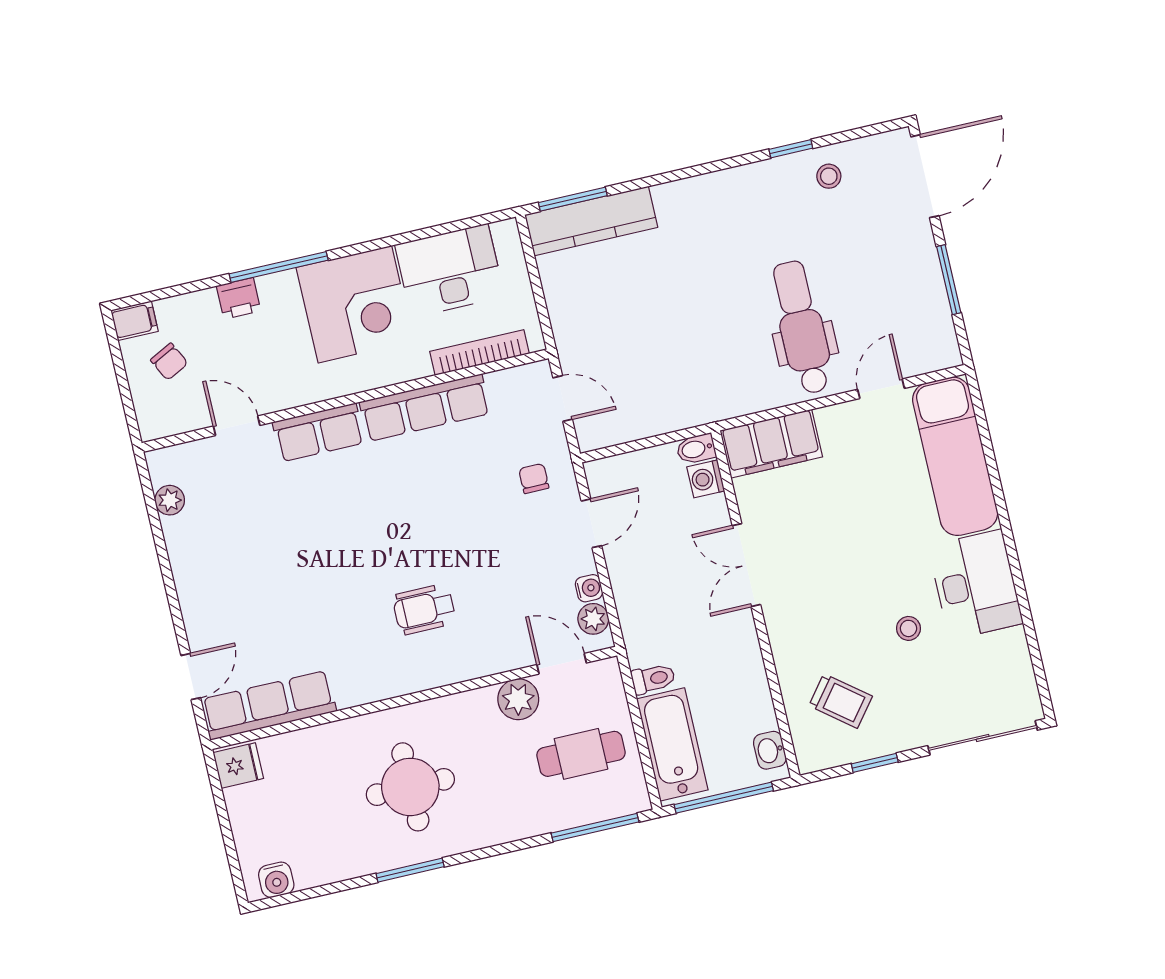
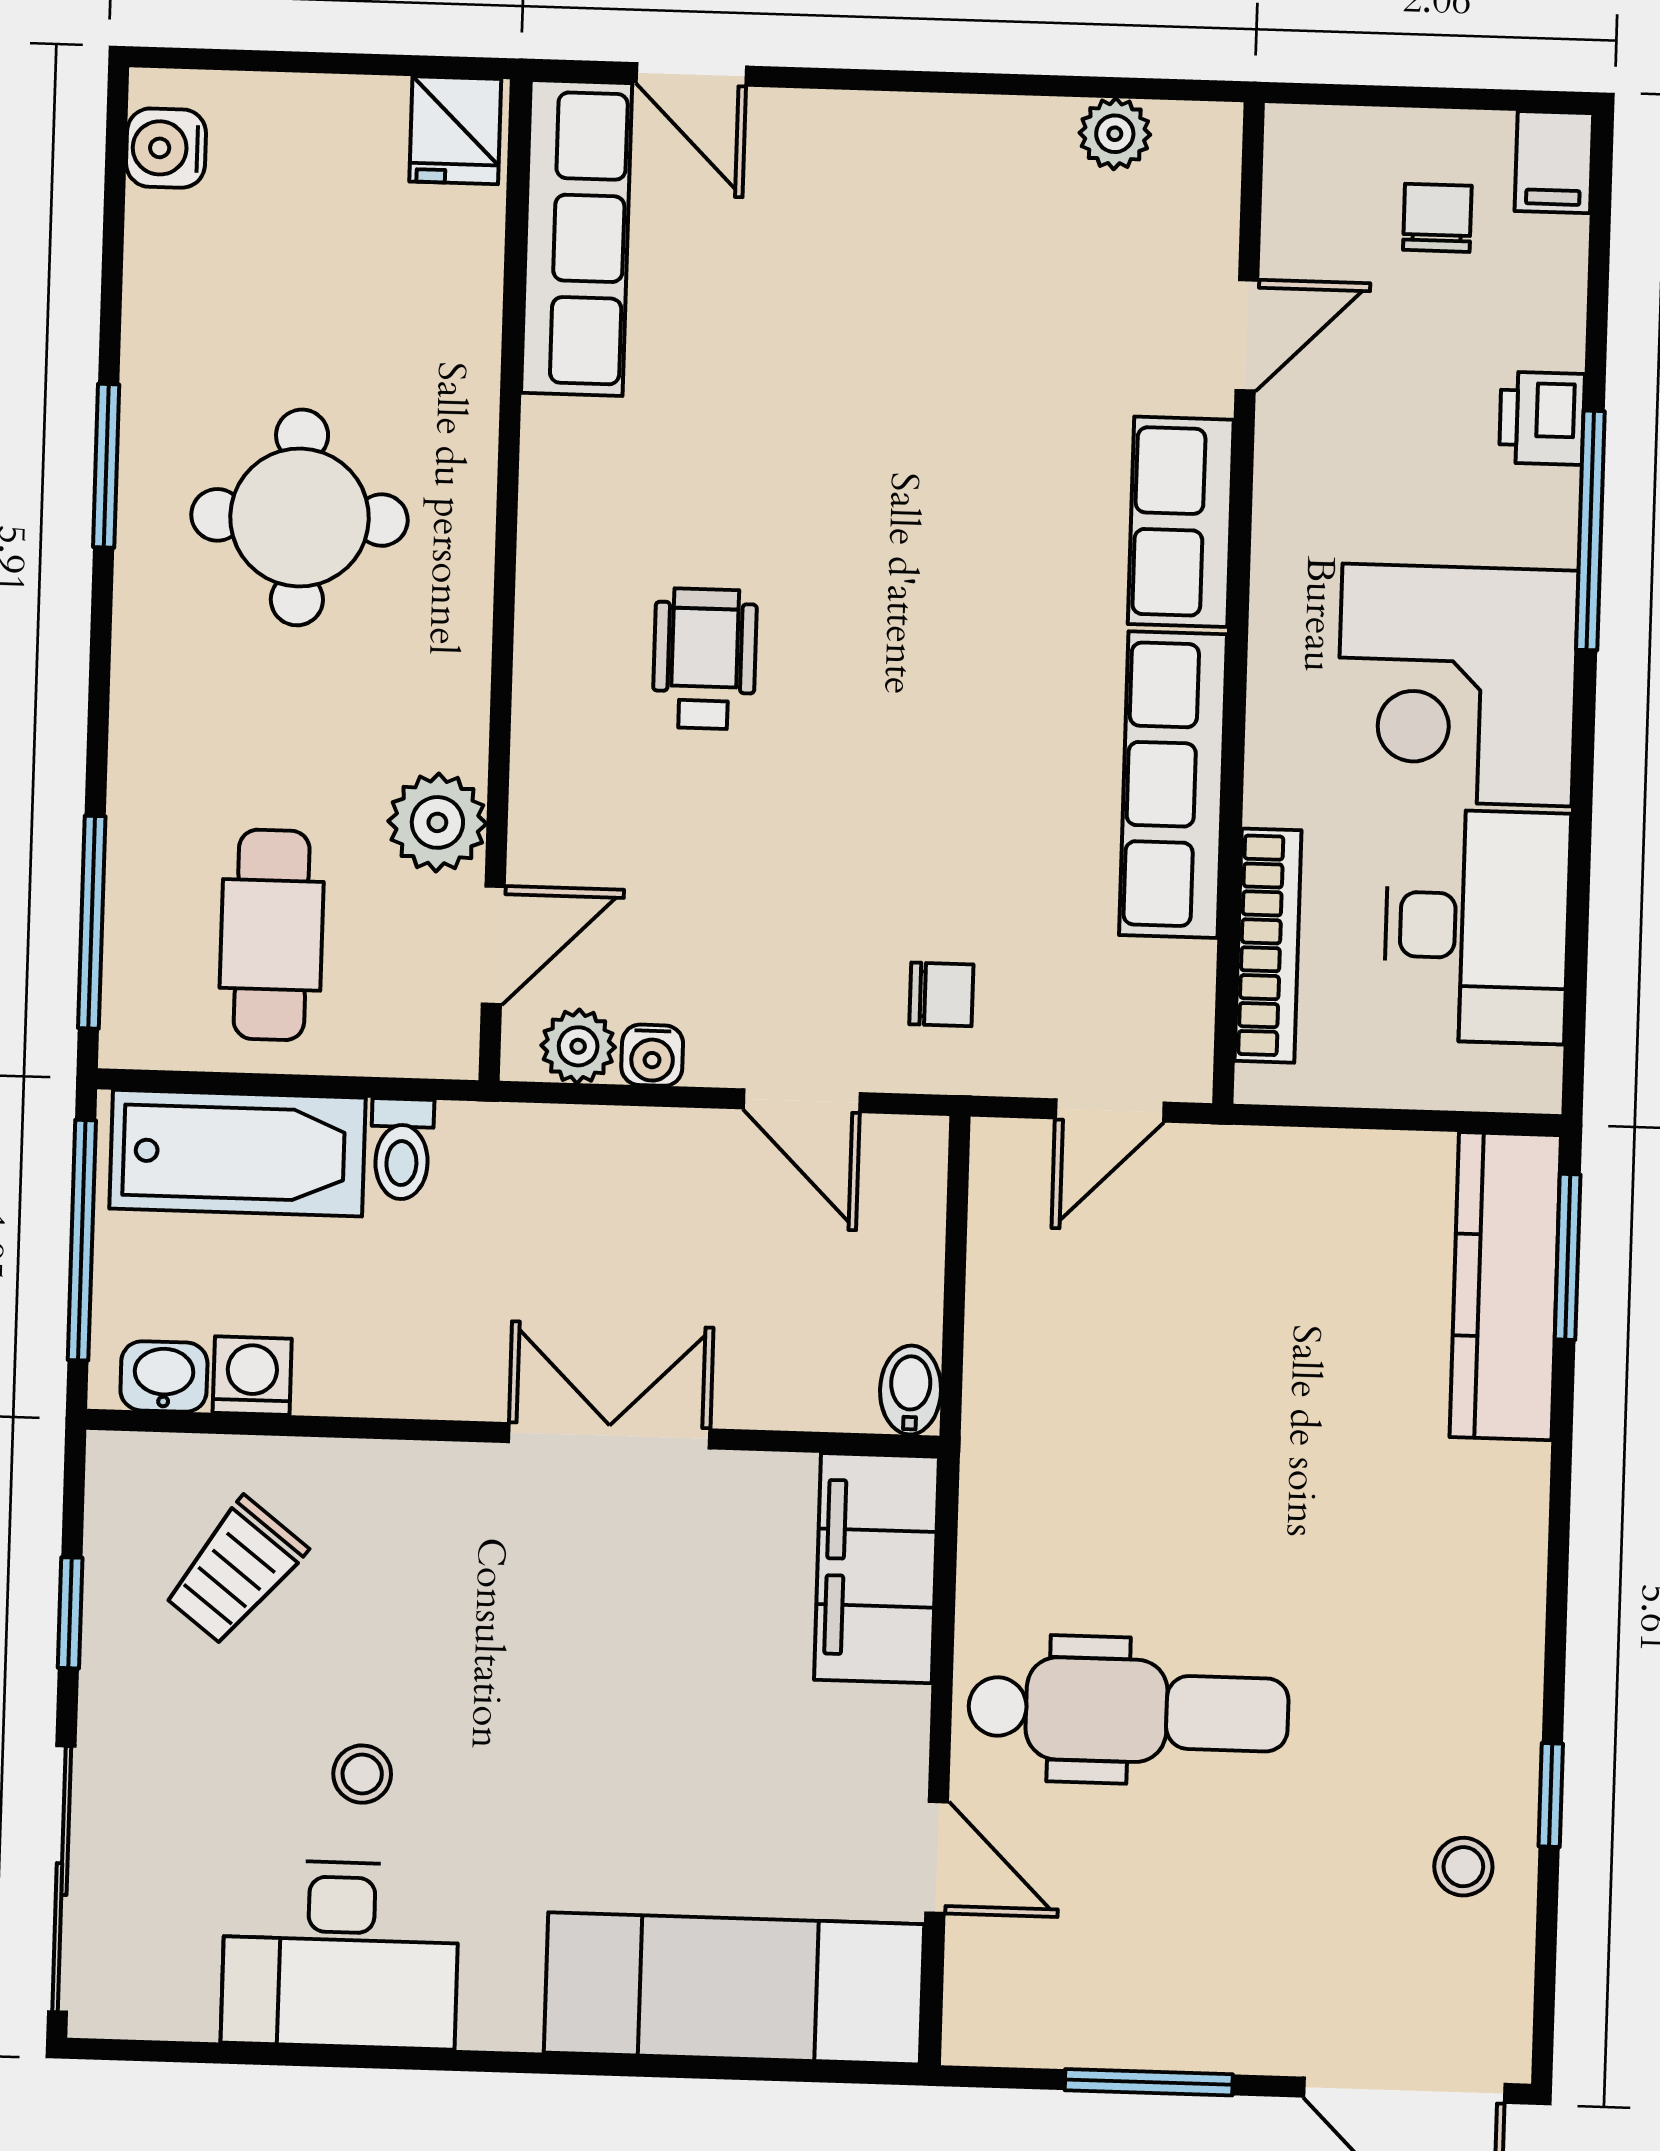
chair: (169, 362) -> (1437, 218), turned 117
washing machine: (706, 479) -> (252, 1376), moved
desk: (976, 585) -> (340, 1954), moved

